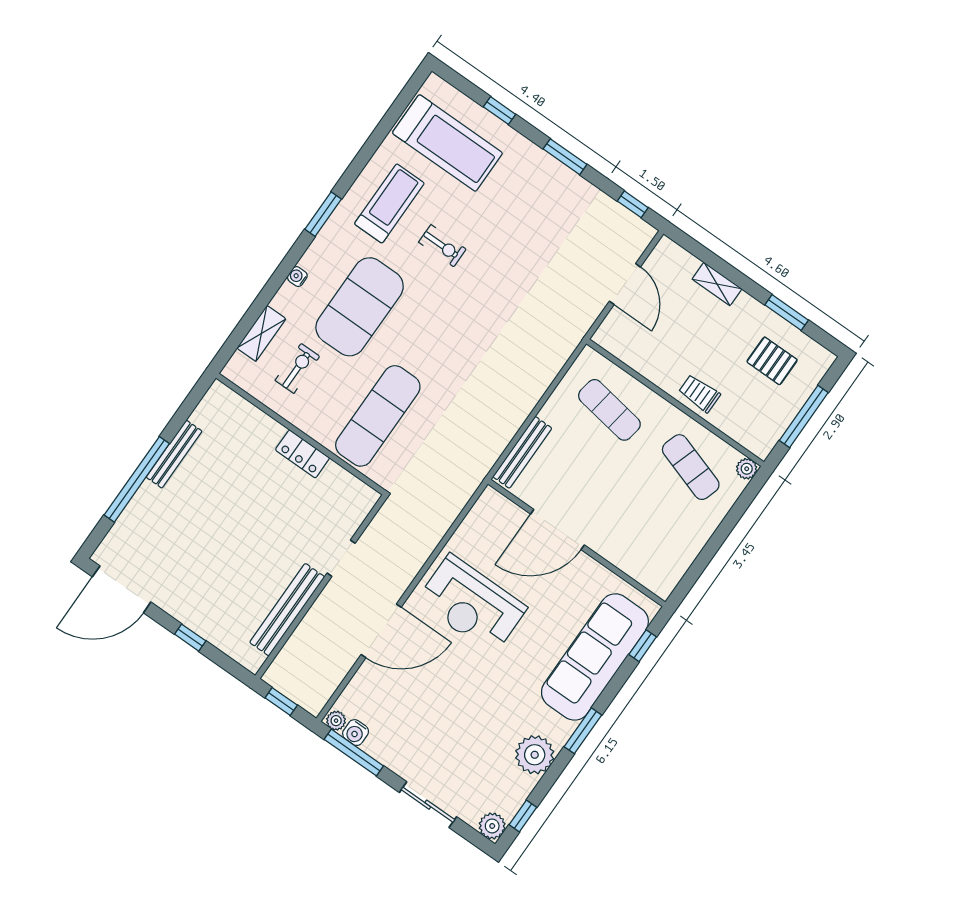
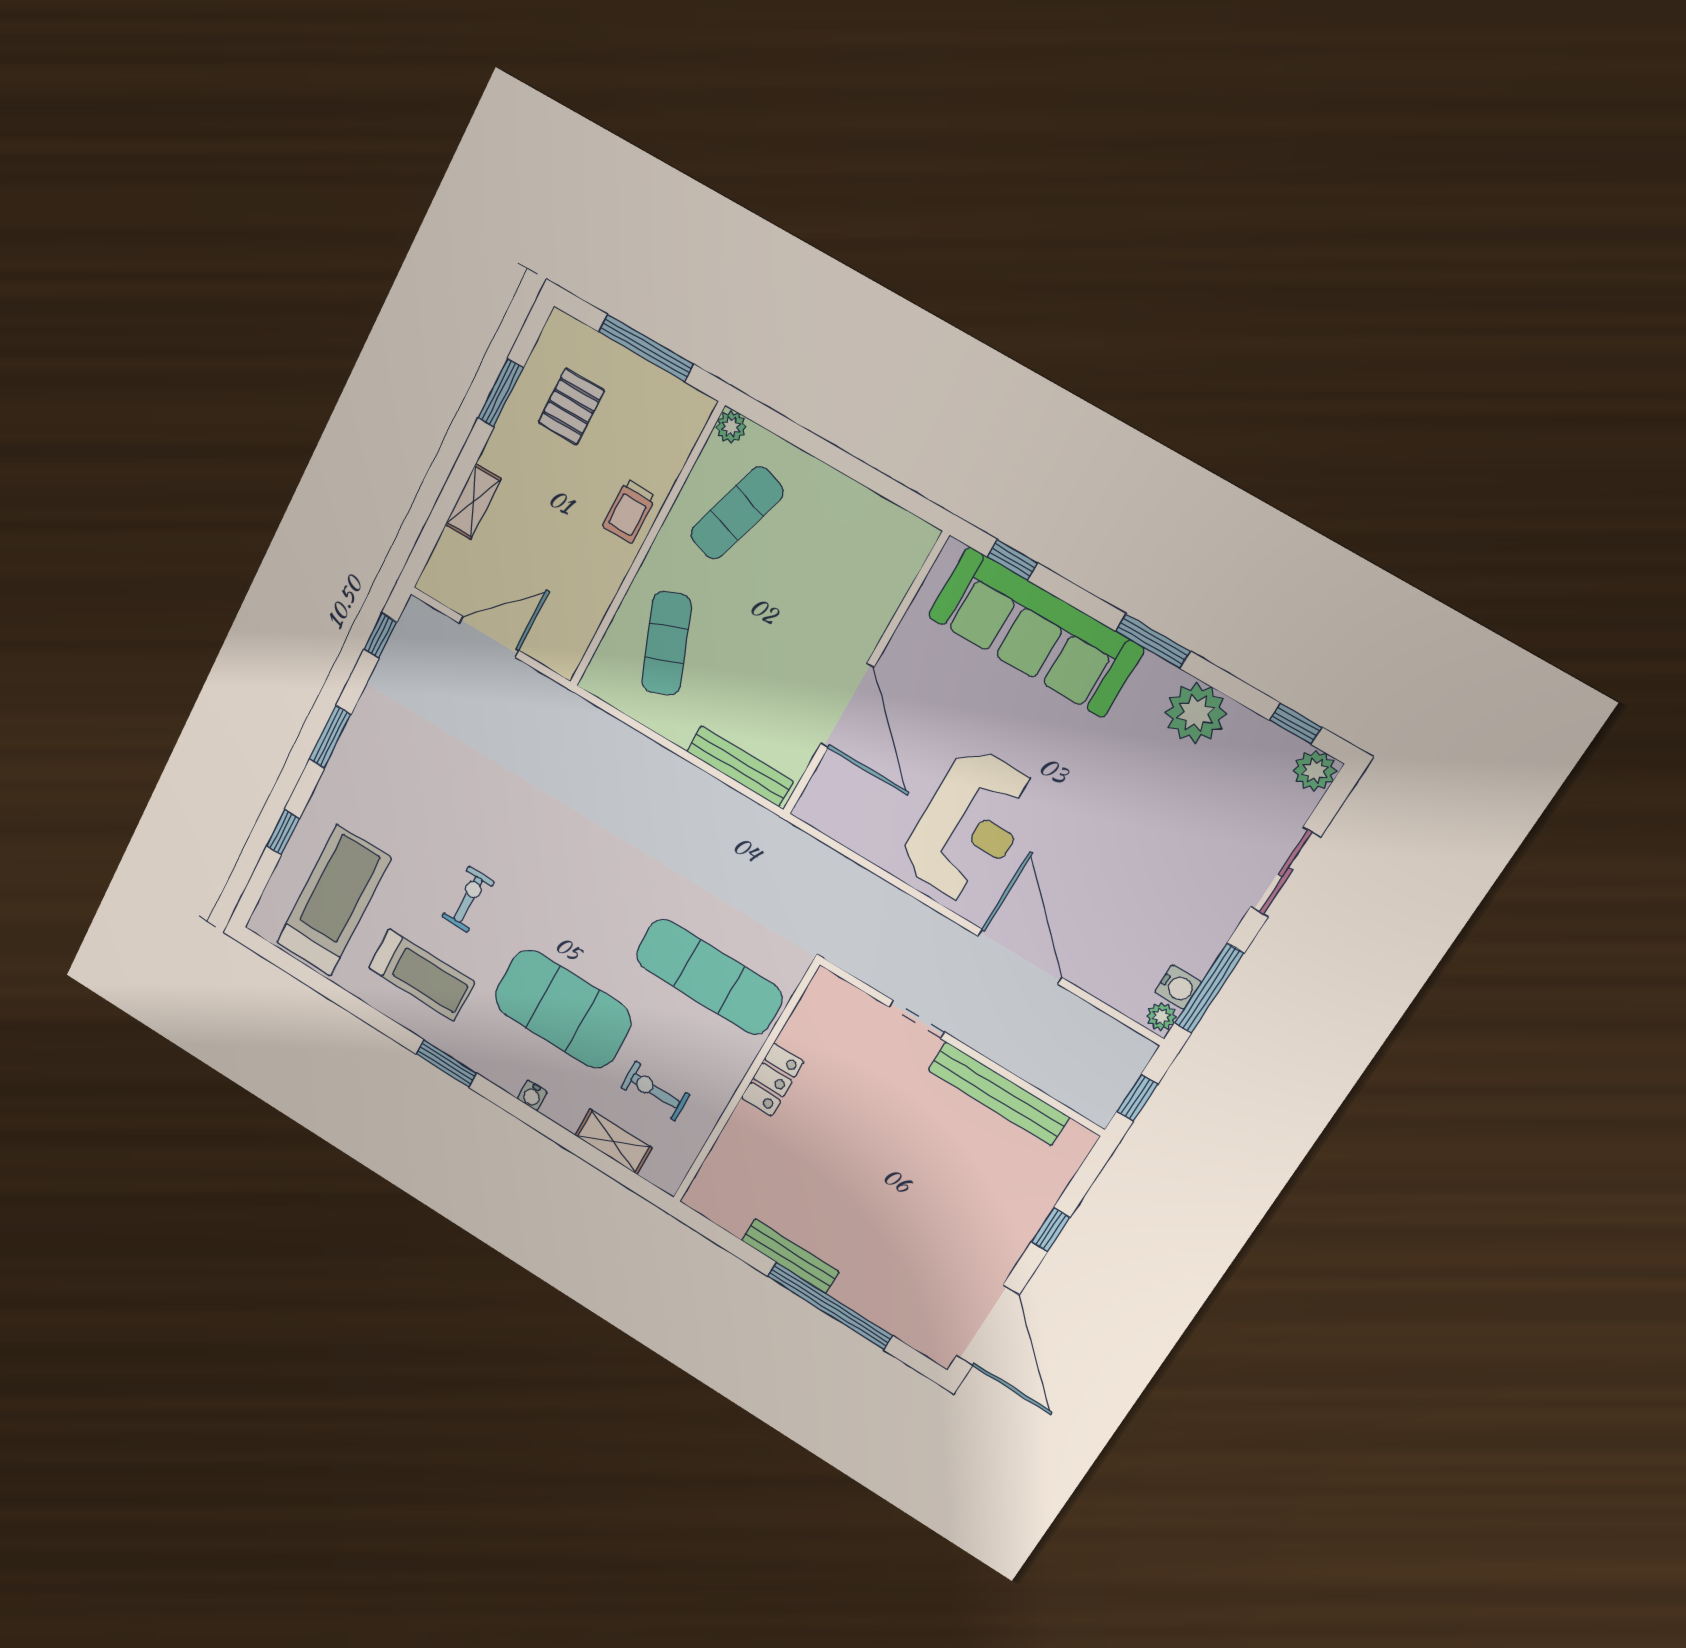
treadmill: (389, 203) -> (422, 975), turned 180
exercise mat: (609, 410) -> (667, 643), turned -30

